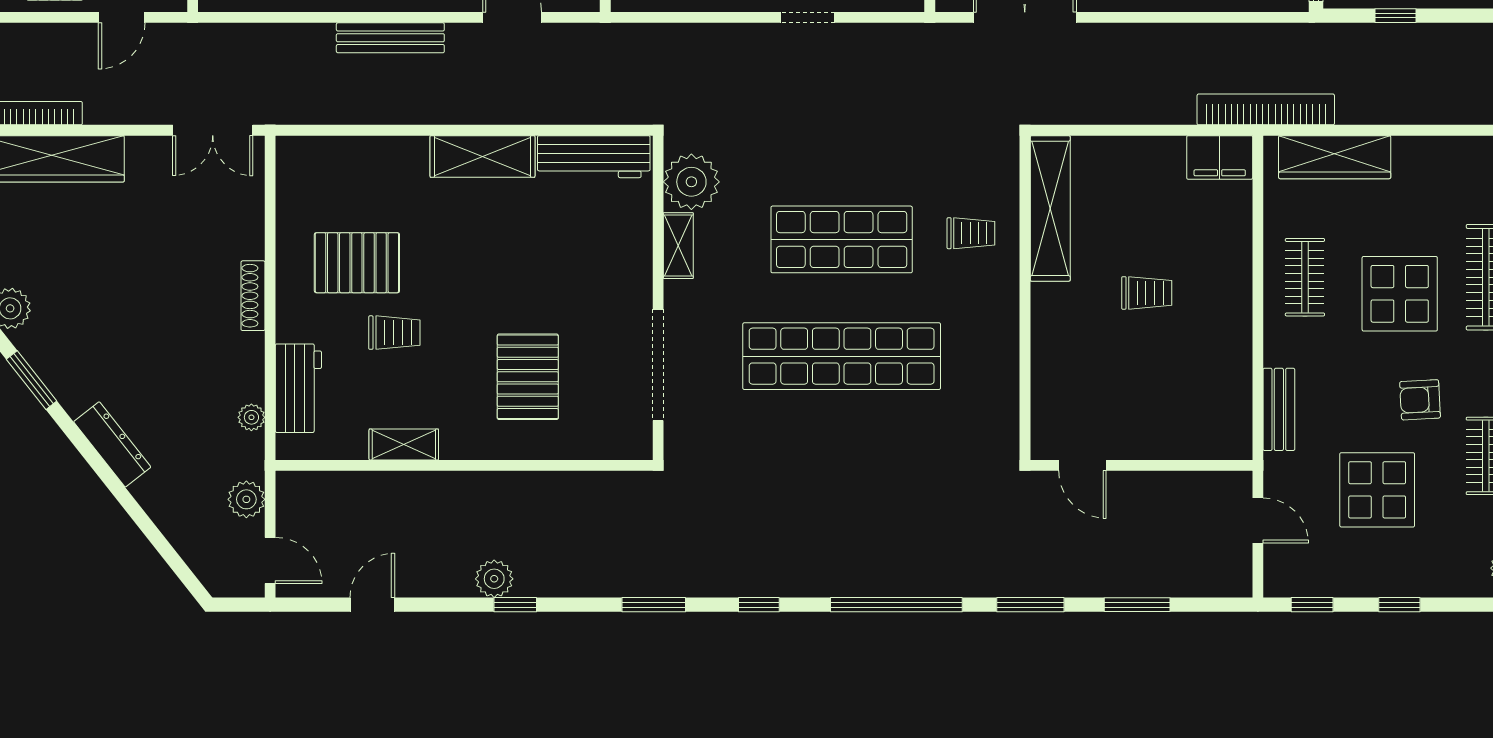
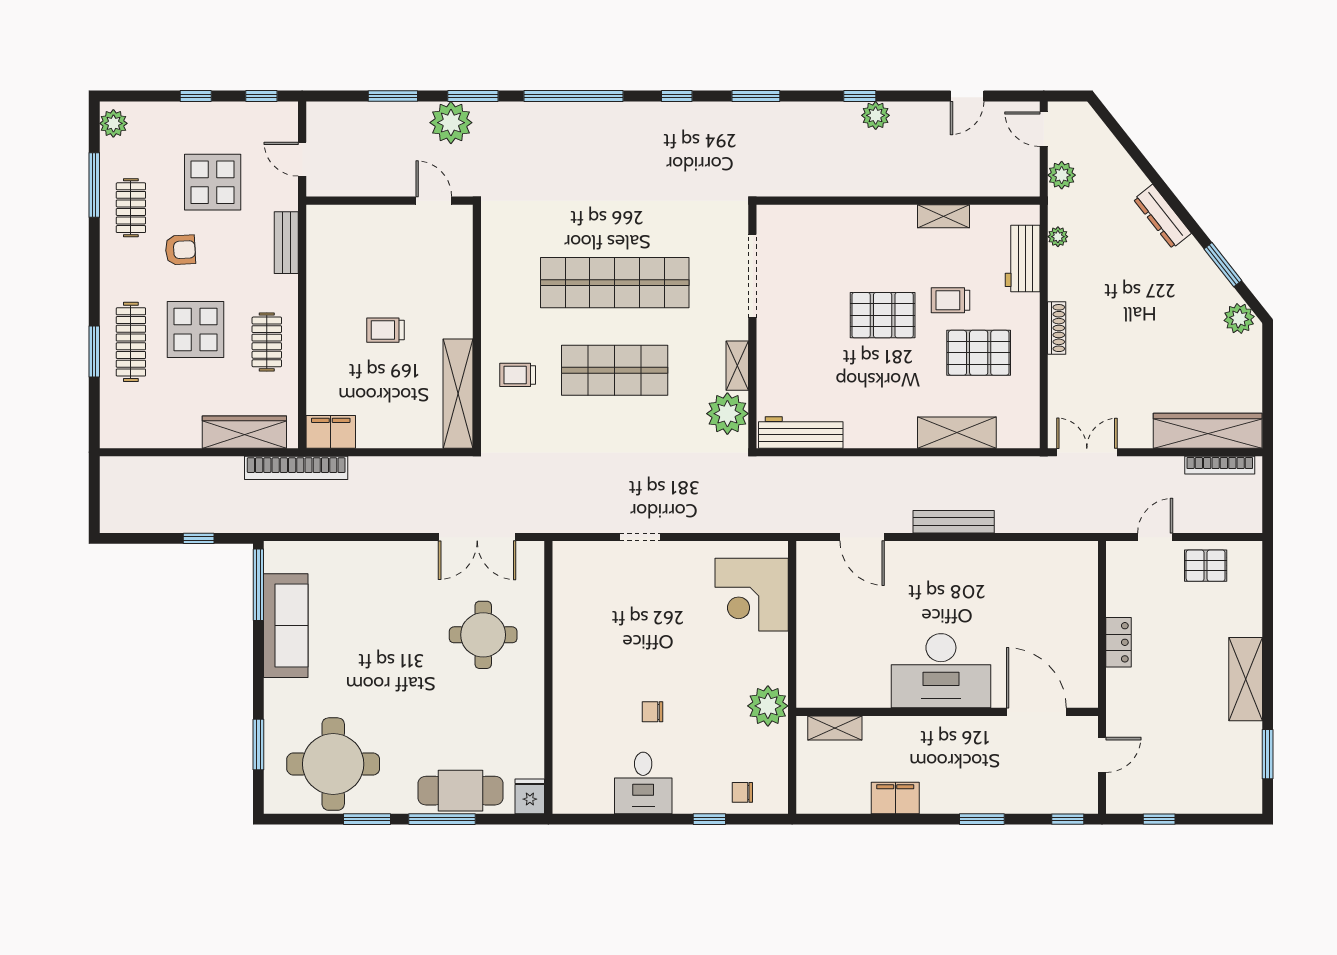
shelving: (482, 156) -> (957, 433), moved
pallet: (528, 377) -> (883, 315), moved, turned 90
plant: (1060, 569) -> (451, 123), added

